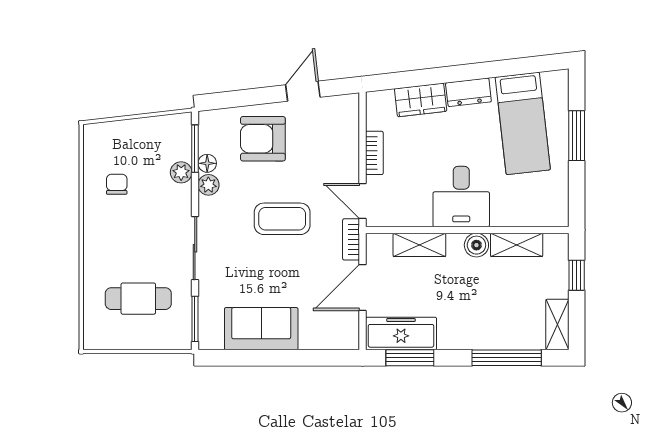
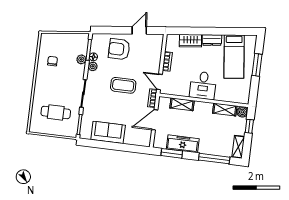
boiler: (476, 245) -> (242, 112), moved
freezer: (401, 333) -> (183, 144), moved

